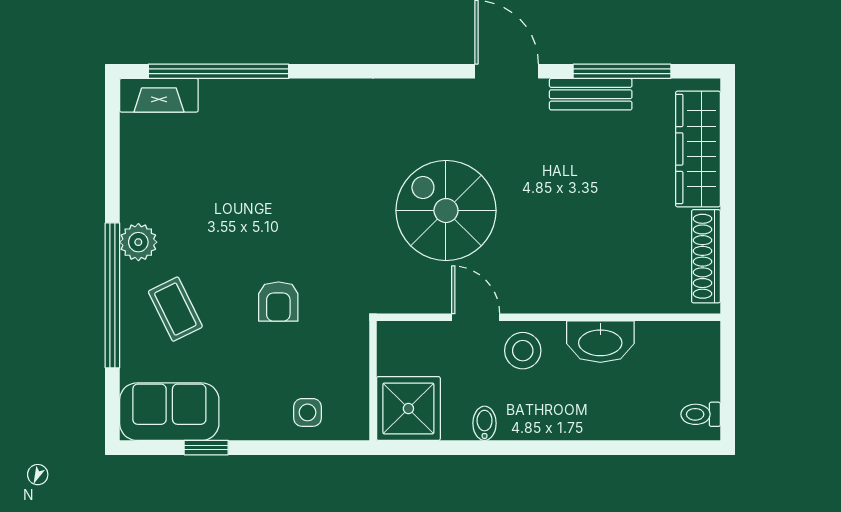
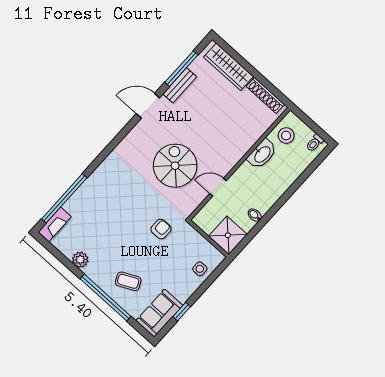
spiral stairs: (446, 211) -> (175, 166), turned 90
plant: (138, 242) -> (80, 260), moved
armchair: (278, 302) -> (161, 229), moved, turned -90
stool: (523, 351) -> (286, 136), moved

